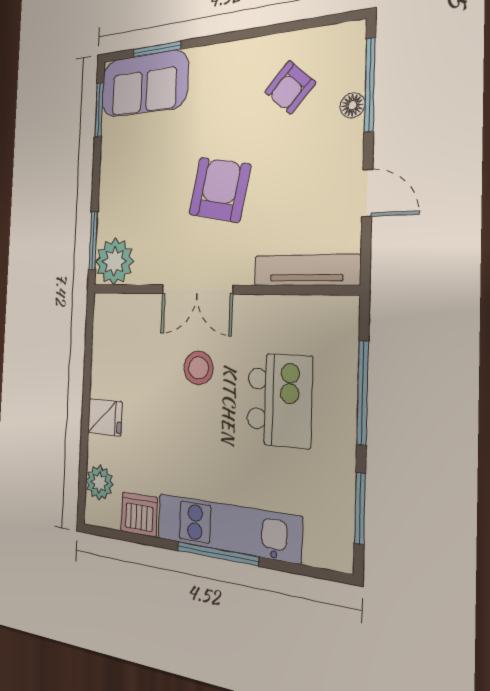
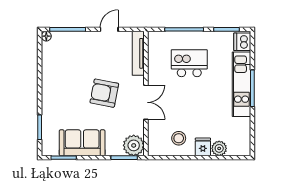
sofa: (144, 84) -> (82, 143), moved, turned -90
armchair: (290, 87) -> (65, 63), removed
floor lamp: (352, 105) -> (46, 36), moved
stool: (198, 368) -> (179, 138), moved
plant: (99, 483) -> (219, 148), moved
dishwasher: (139, 514) -> (242, 42), moved

